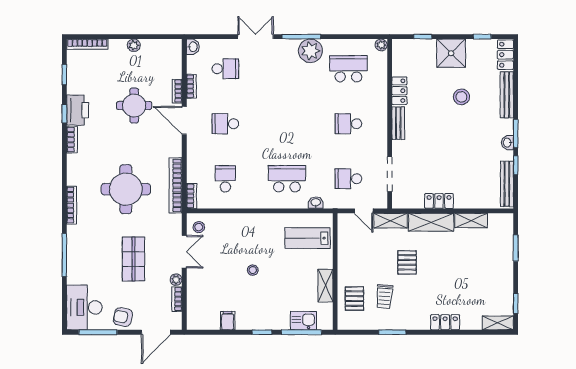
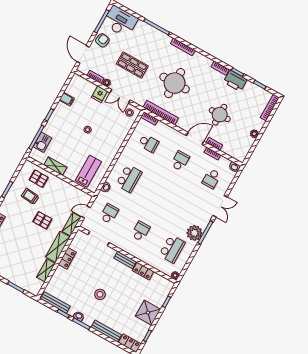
stool: (461, 97) -> (100, 294), moved
fridge: (197, 281) -> (99, 94), added

